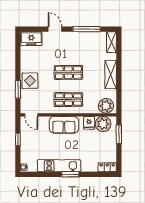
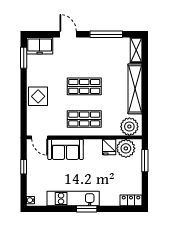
shelving: (111, 75) -> (135, 89), width x1.47
window: (18, 89) -> (24, 58), moved
sofa: (64, 125) -> (65, 149), moved

